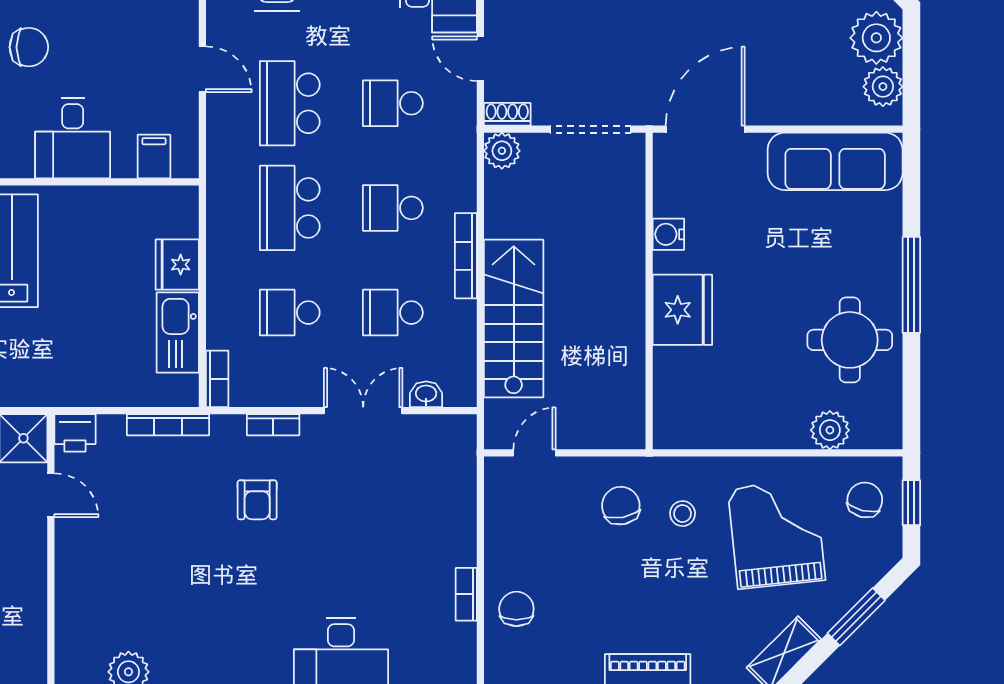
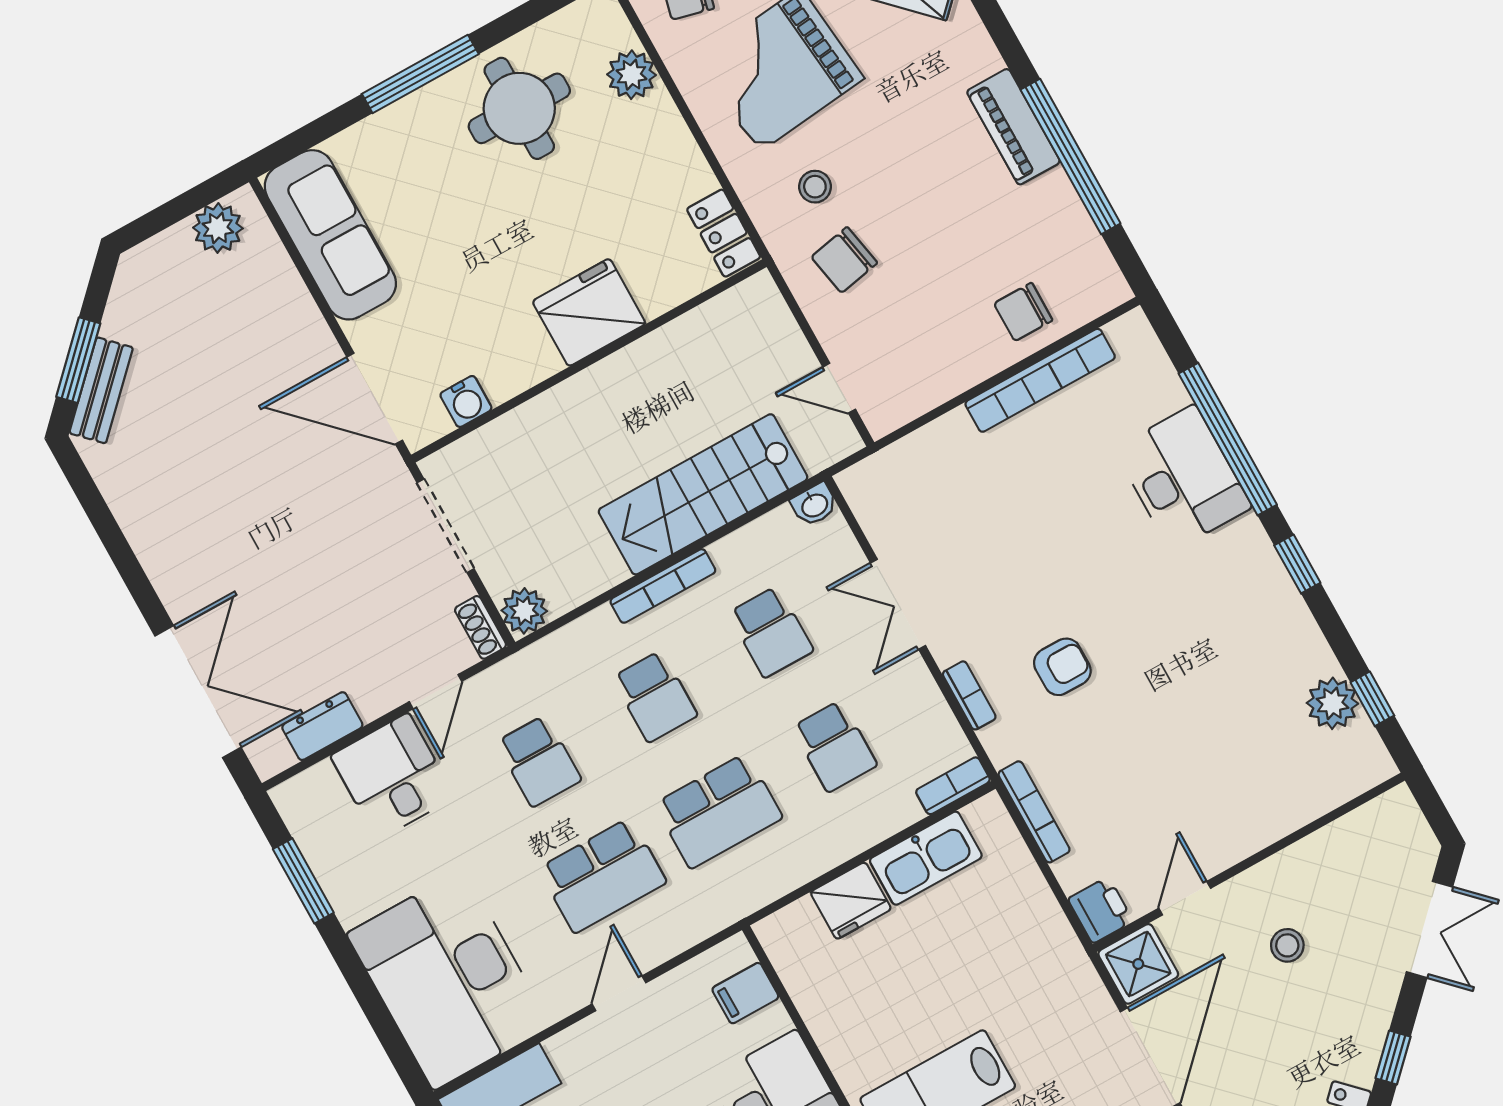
plant: (876, 38) -> (168, 265), removed
water cooler: (668, 234) -> (466, 401), moved
washbasin: (426, 394) -> (814, 505), moved, turned -90
locker: (686, 433) -> (724, 233), added
bookcase: (466, 594) -> (1040, 380), width x2.31, depth x1.31

